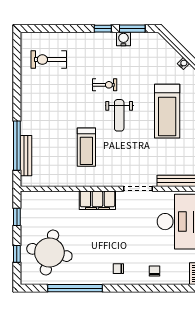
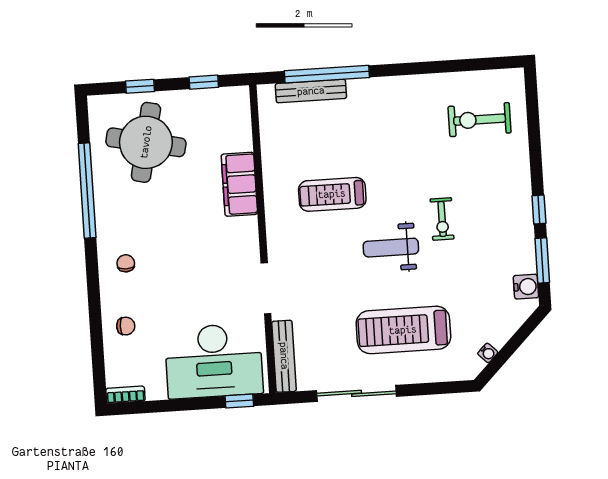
water cooler: (123, 39) -> (526, 287), moved
exercise bike: (49, 60) -> (480, 120), turned -90
filing cabinet: (97, 200) -> (239, 184), moved

